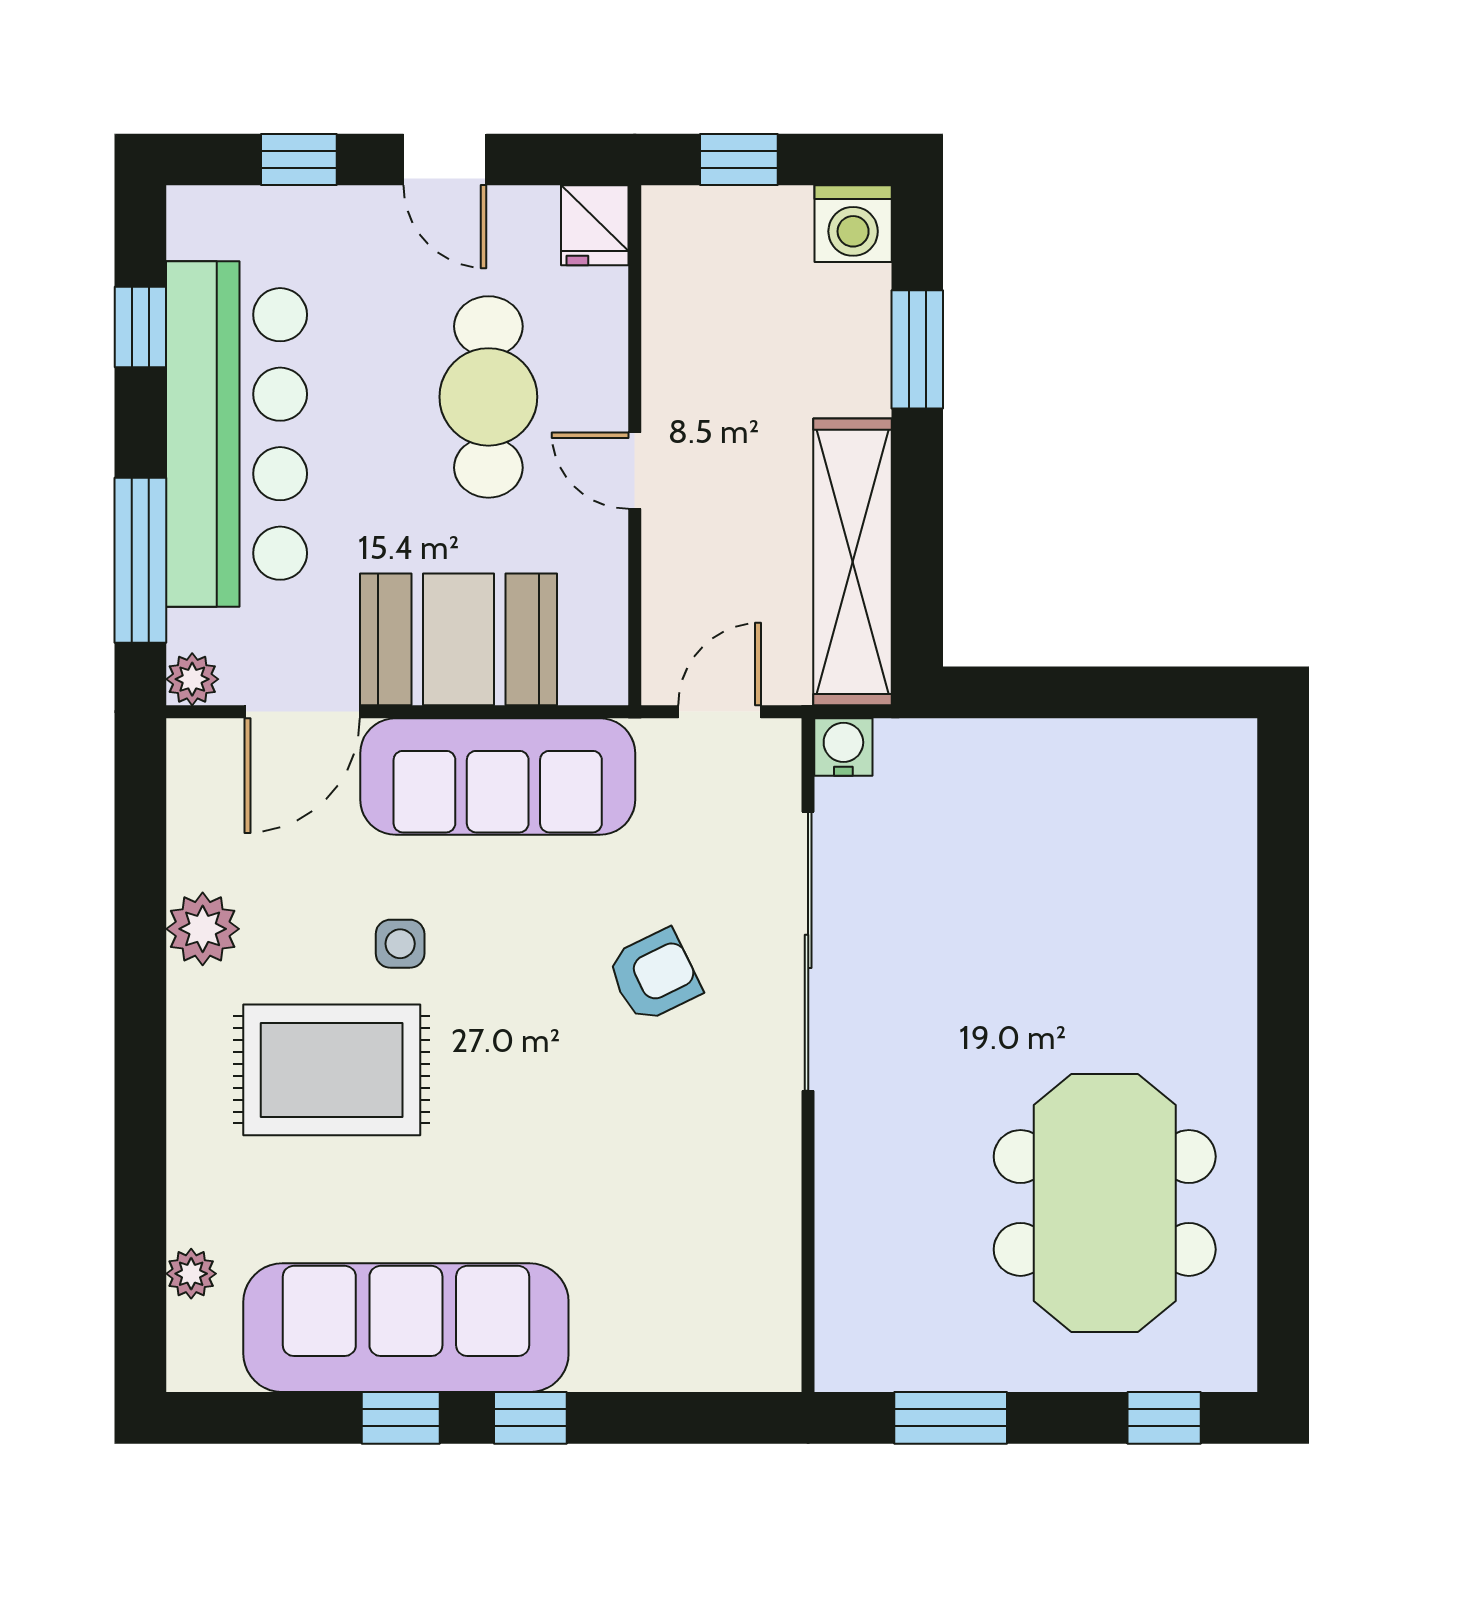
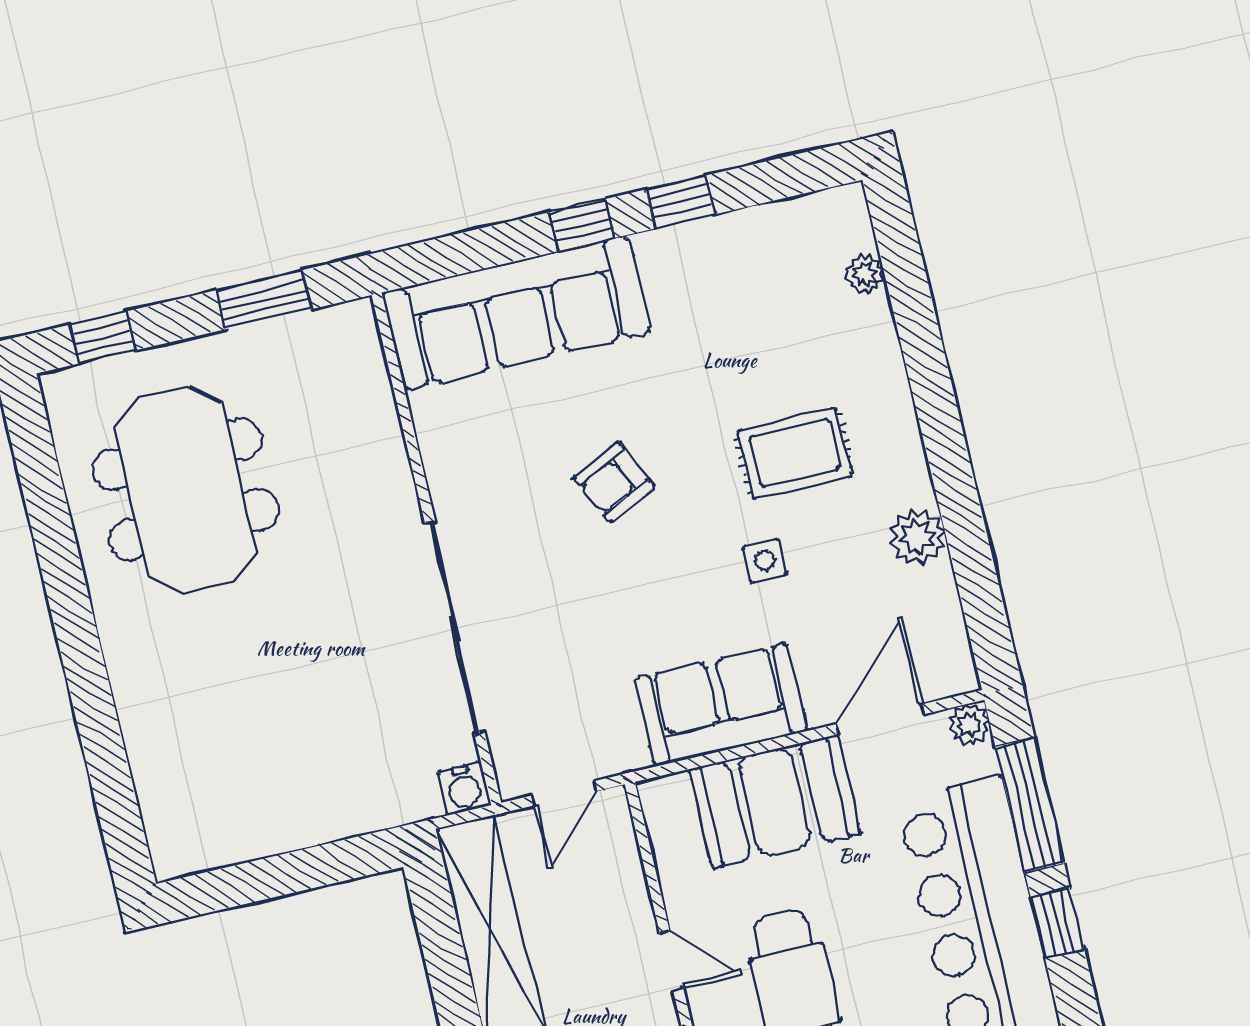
window: (140, 327) -> (1057, 923), moved
sofa: (498, 776) -> (721, 705), width x0.73
armchair: (654, 976) -> (614, 482), moved
rug: (332, 1070) -> (794, 453), width x0.73, depth x0.70
sofa: (406, 1328) -> (516, 313), moved

